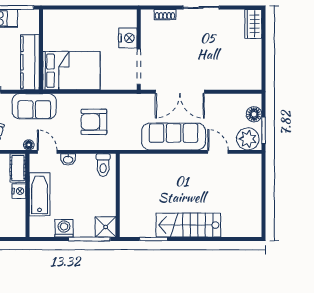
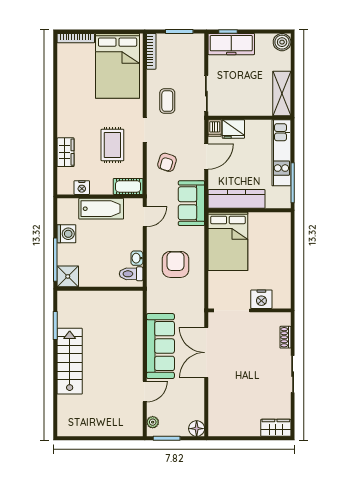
floor lamp: (254, 114) -> (197, 429), moved
plant: (248, 139) -> (153, 422), width x0.53, depth x0.53
floor lamp: (29, 145) -> (152, 198), removed
washbasin: (68, 159) -> (137, 258), moved
nightstand: (19, 191) -> (82, 188), moved

